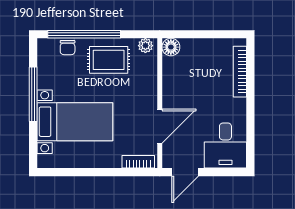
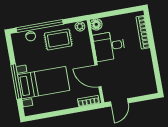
window: (33, 94) -> (16, 82), moved
door: (160, 126) -> (98, 76), swing flipped
desk: (225, 146) -> (109, 46), moved, turned 90

